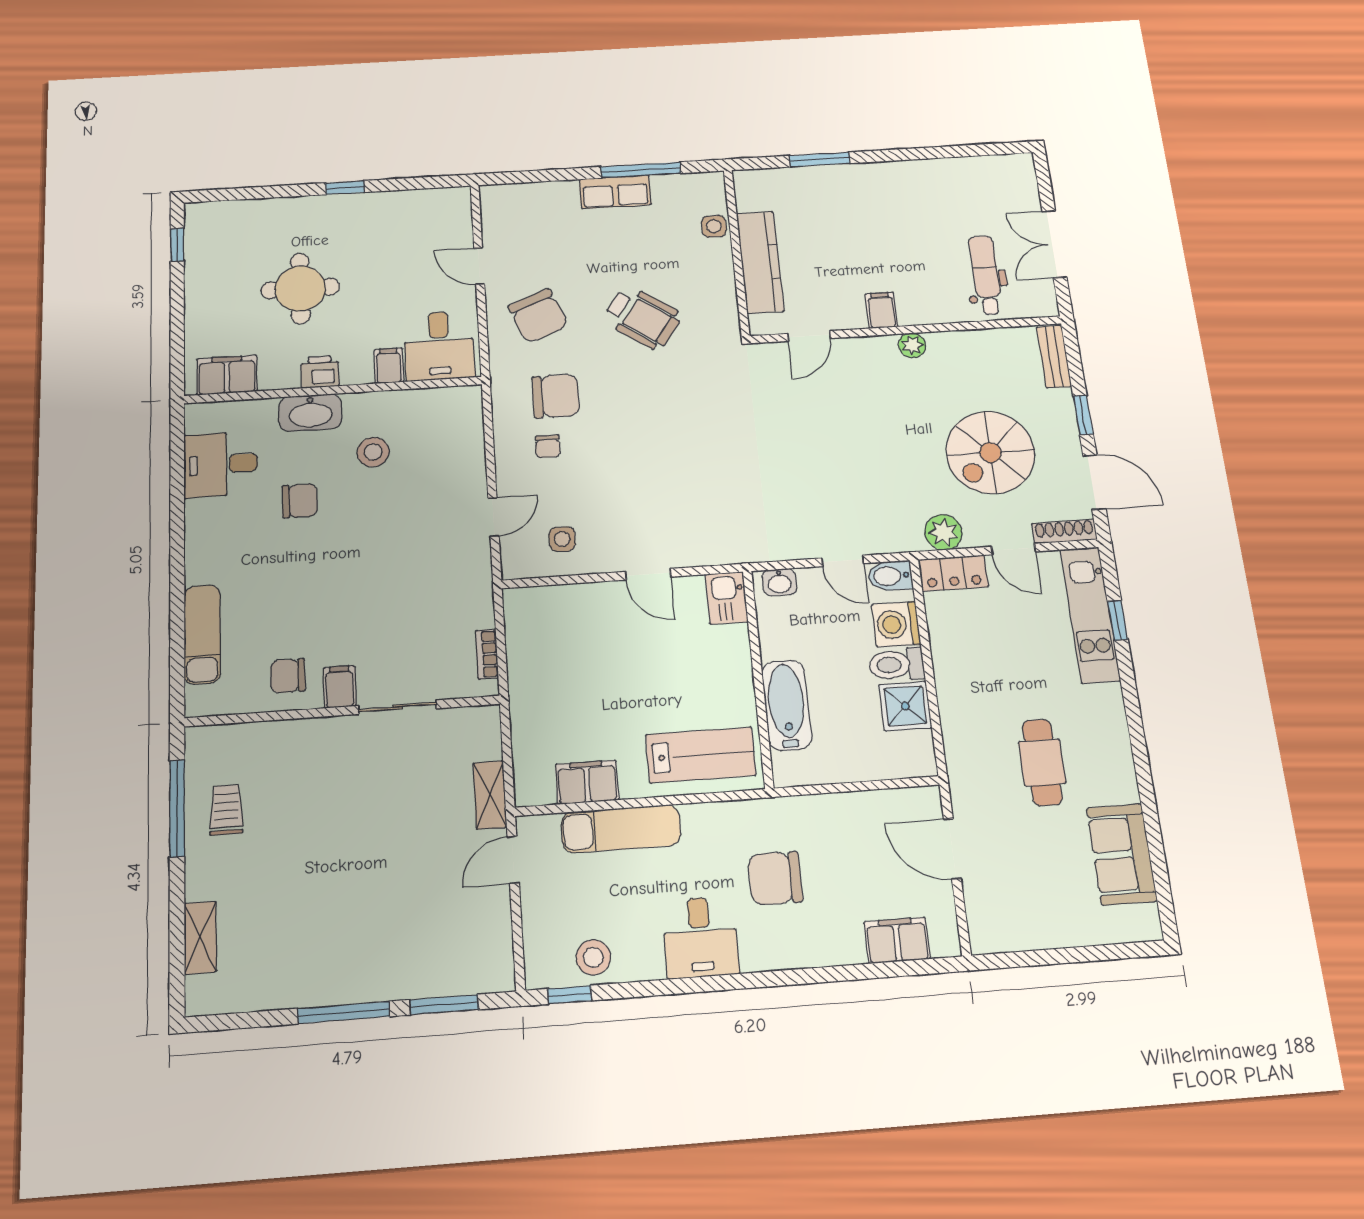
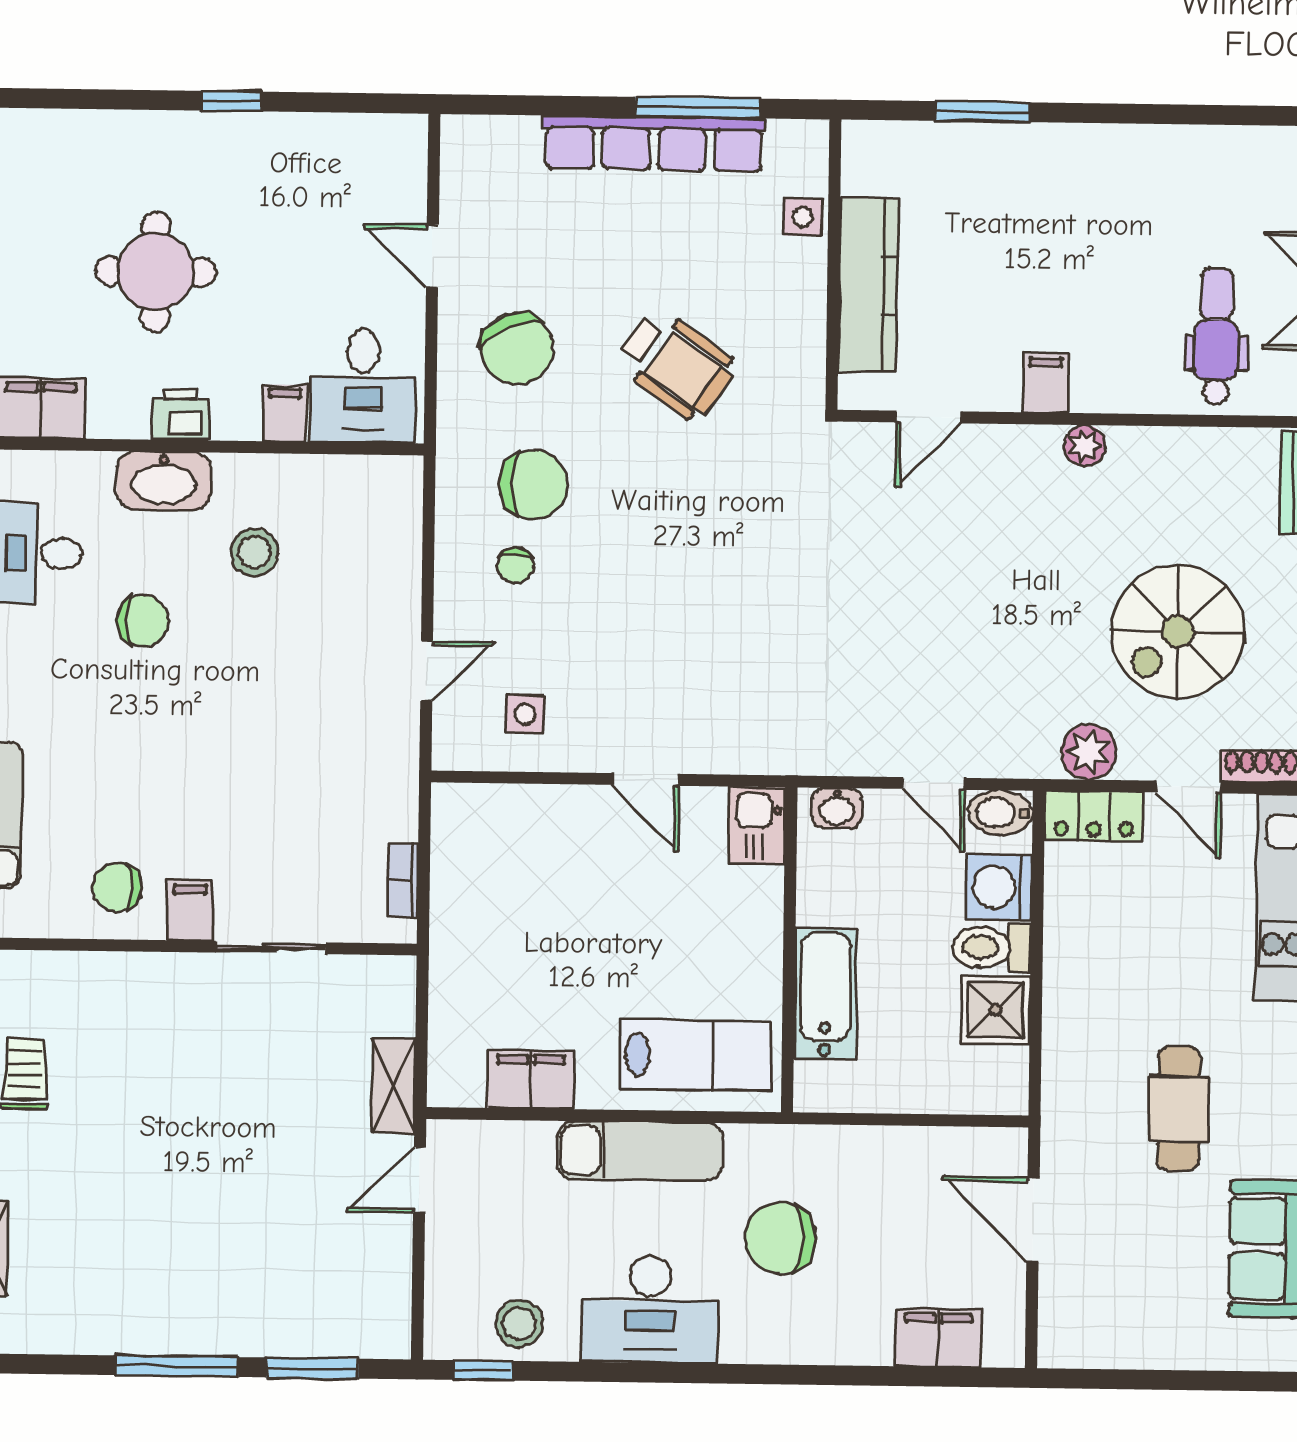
row of seats: (615, 192) -> (654, 143), width x2.02
exam couch: (621, 829) -> (640, 1151), moved
desk: (700, 937) -> (650, 1309), width x1.37

